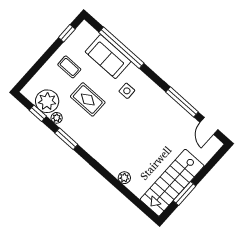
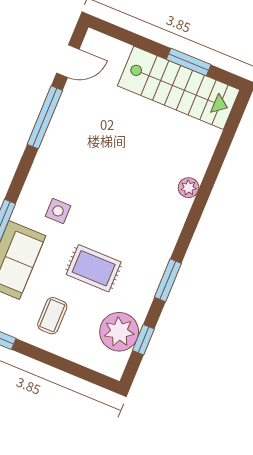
rug: (88, 99) -> (94, 268), turned 90
plant: (57, 118) -> (140, 307), removed
plant: (124, 178) -> (189, 188), moved

